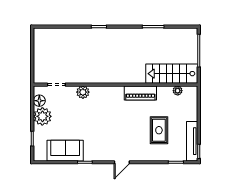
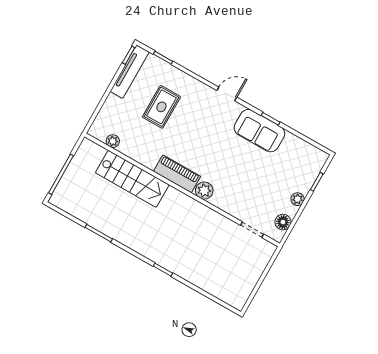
stairs: (172, 74) -> (132, 179), moved
plant: (83, 92) -> (204, 191), moved
piano: (140, 93) -> (177, 174), moved
plant: (42, 116) -> (298, 199), width x0.53, depth x0.53
sofa: (65, 151) -> (259, 131), moved

